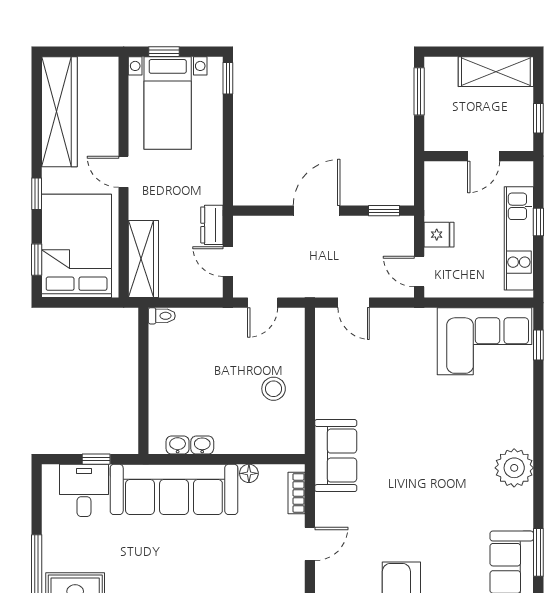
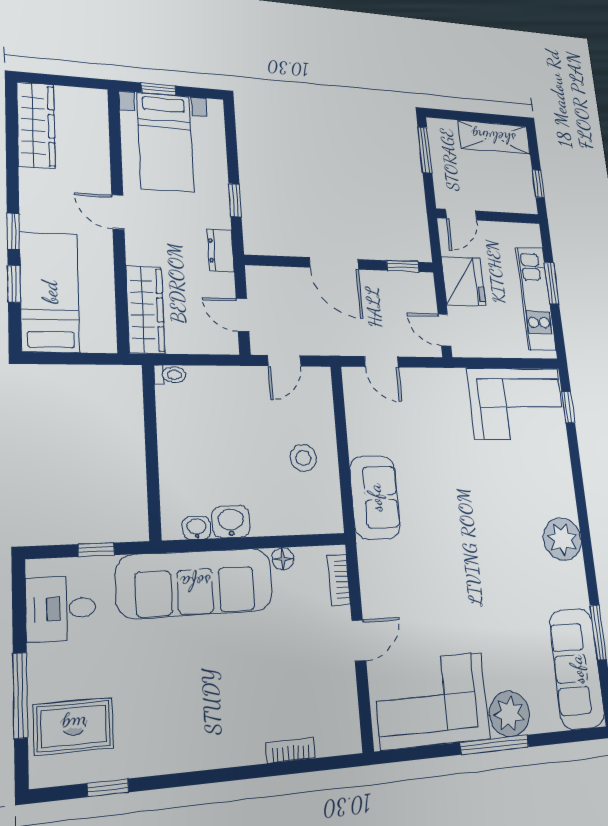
window: (228, 78) -> (235, 200), moved
wardrobe: (59, 112) -> (36, 125), width x0.71, depth x0.85
door: (484, 156) -> (461, 215), moved
door: (317, 211) -> (334, 263), swing flipped
window: (538, 222) -> (552, 283), width x1.50
dresser: (212, 225) -> (221, 251), moved
fridge: (439, 235) -> (463, 281), width x1.88, depth x1.34
bed: (77, 246) -> (50, 292), width x0.67
window: (37, 260) -> (14, 284), moved
washbasin: (202, 445) -> (231, 522), width x1.38, depth x1.45
sofa: (336, 456) -> (375, 497), moved
desk: (84, 490) -> (61, 609), moved, turned -90

